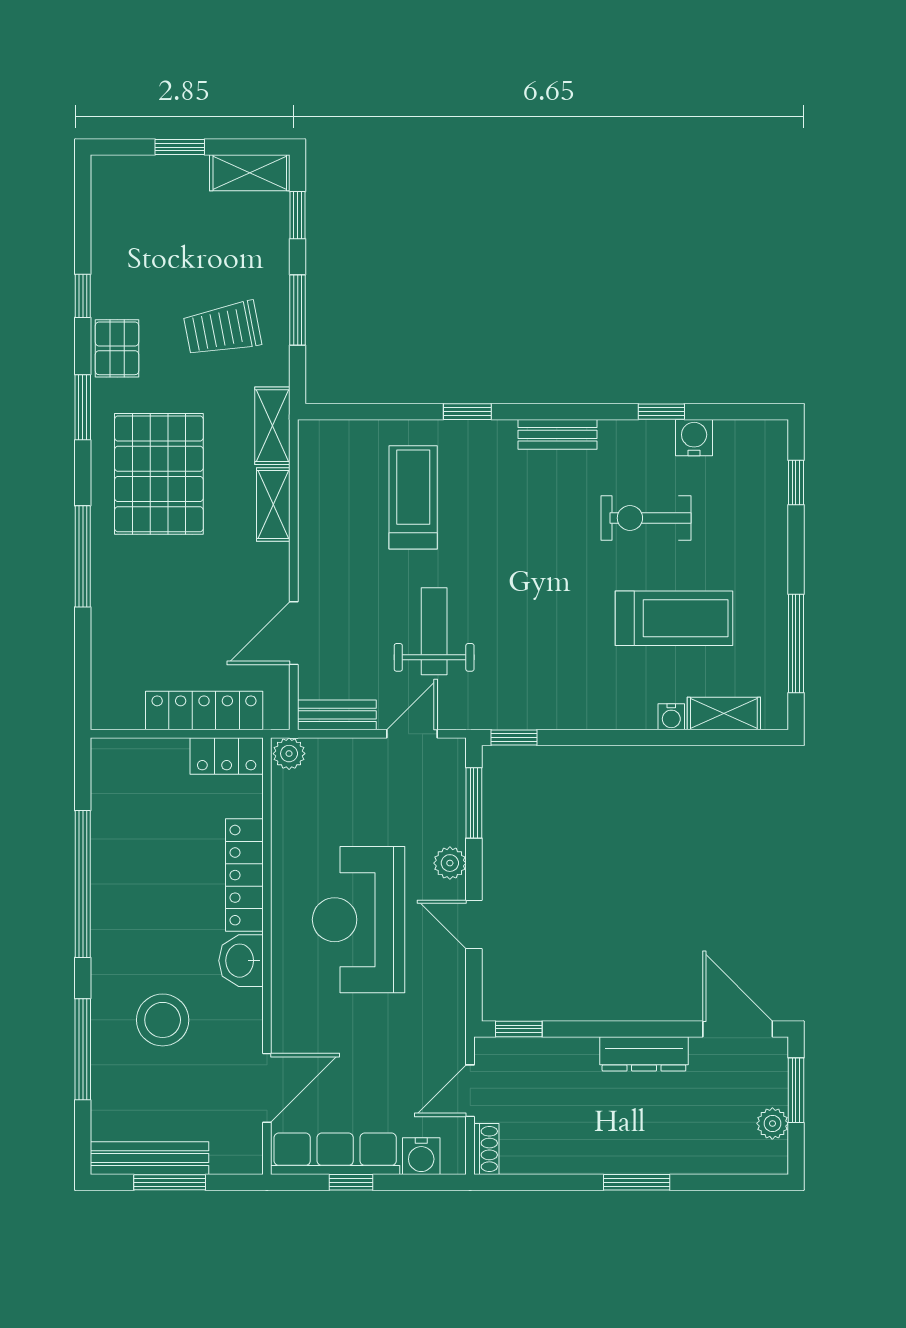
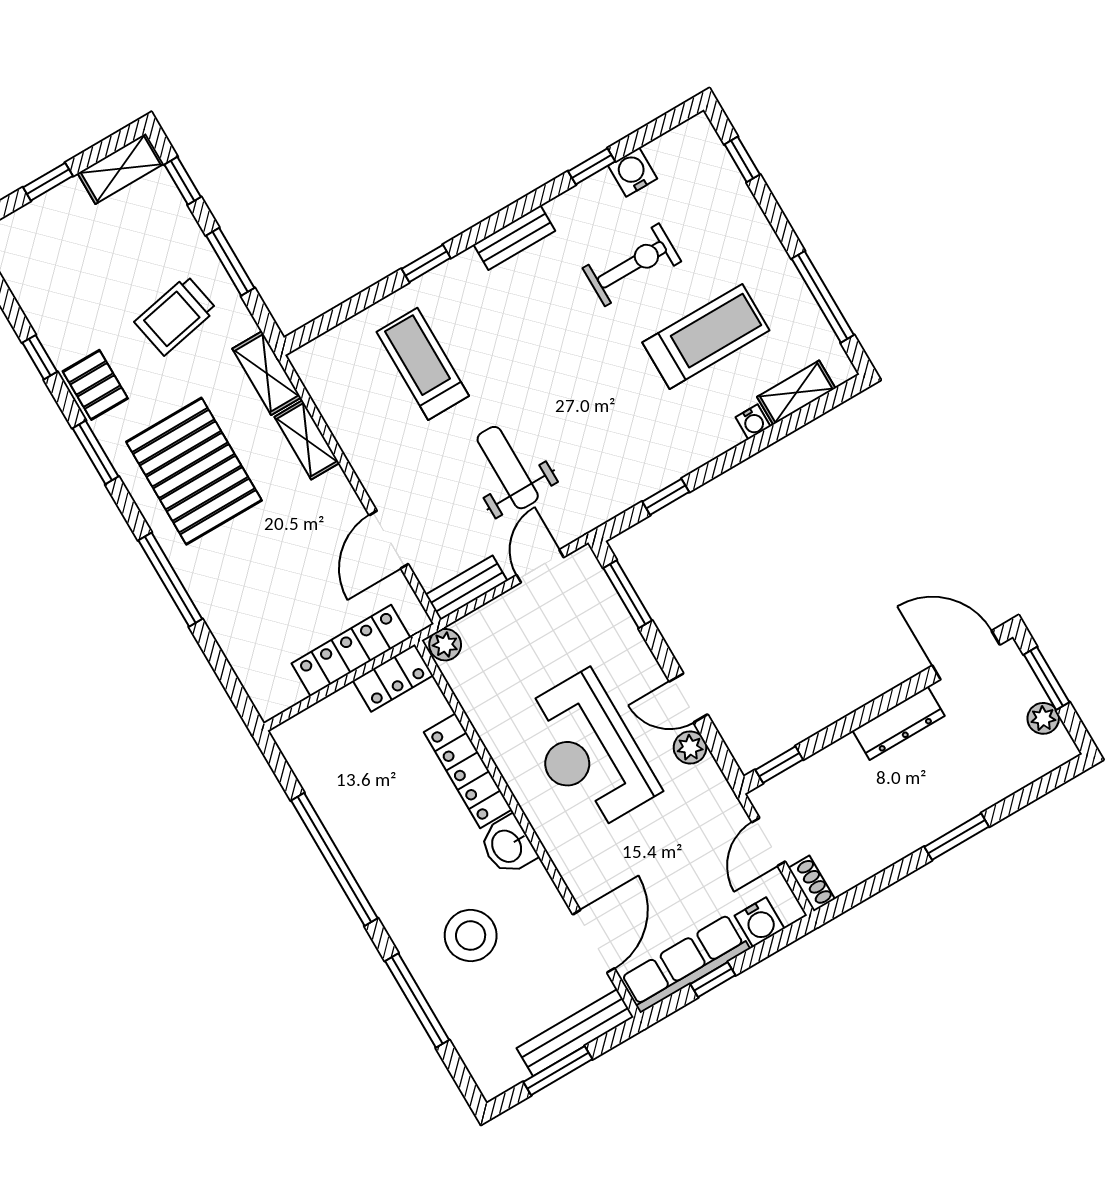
exercise bike: (646, 518) -> (632, 265), turned 180
window: (514, 738) -> (666, 497), moved
plant: (450, 863) -> (690, 748), moved
bench: (149, 1158) -> (575, 1033), moved

